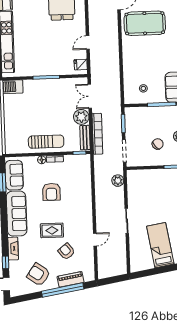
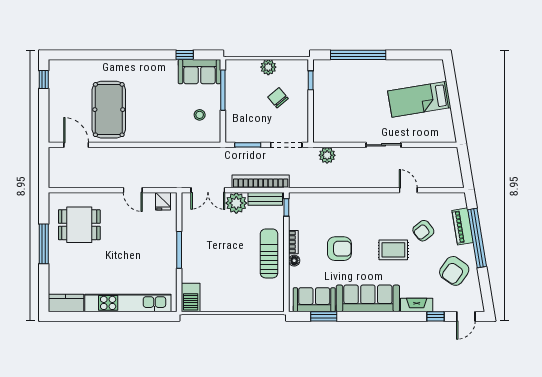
rug: (52, 230) -> (393, 250), turned 90

